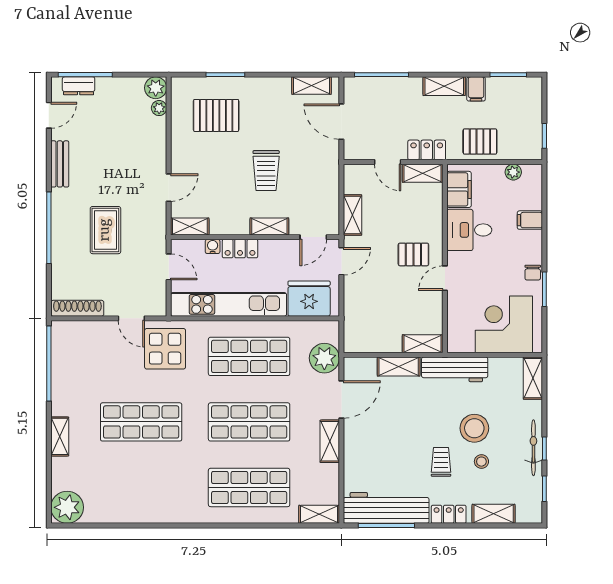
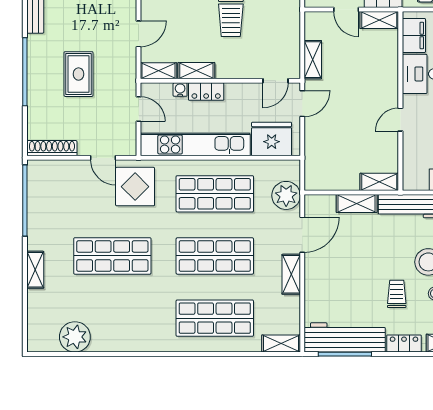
shelving: (269, 226) -> (196, 71), moved
pallet: (413, 254) -> (371, 97), removed
plant: (67, 507) -> (75, 337), moved

